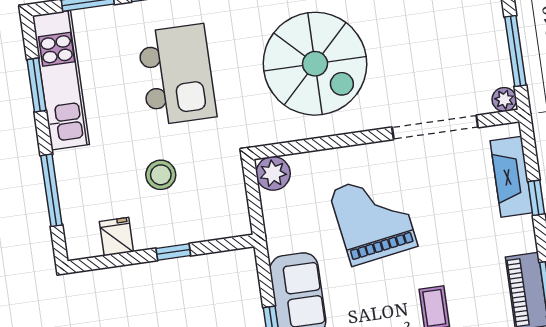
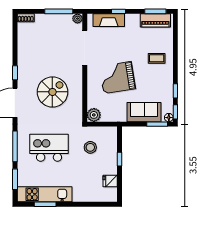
spiral stairs: (315, 64) -> (52, 92), width x0.73, depth x0.73
stool: (161, 175) -> (90, 147), moved
window: (51, 190) -> (88, 204), removed

